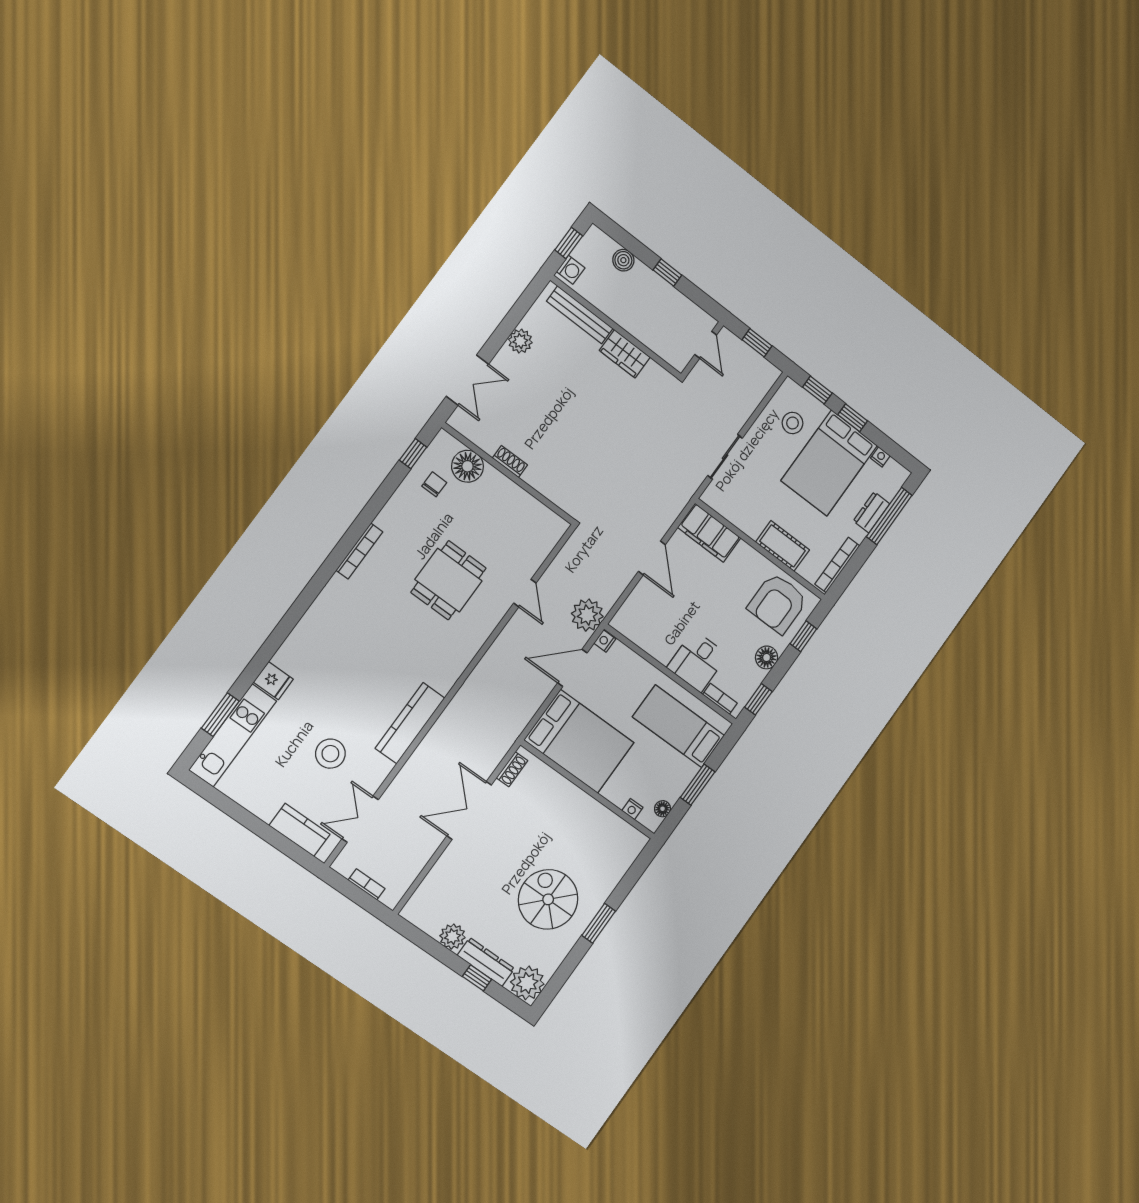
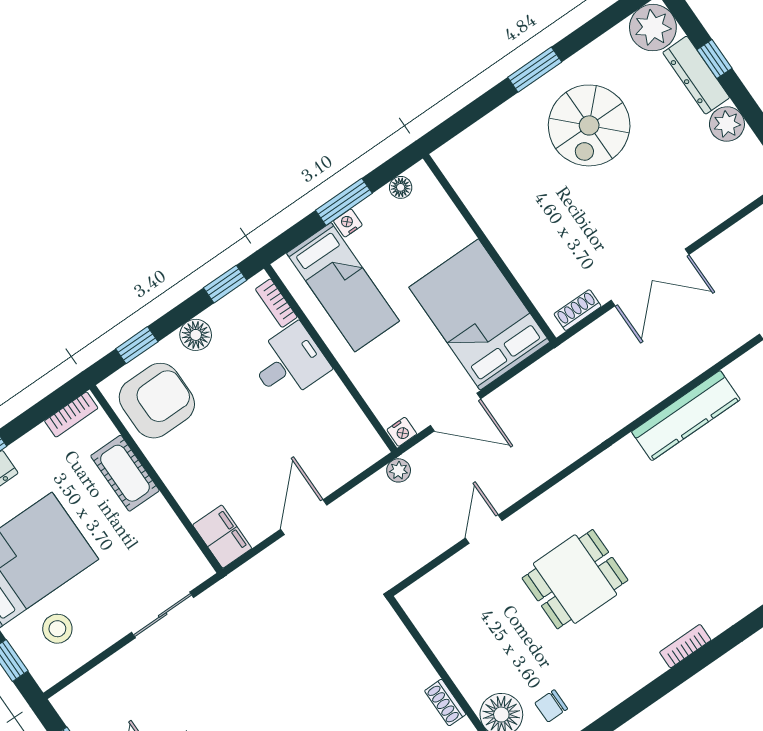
filing cabinet: (709, 533) -> (222, 537), width x0.67, depth x0.86
bookcase: (359, 551) -> (685, 646), width x0.64
bookcase: (837, 565) -> (71, 415), width x0.64
plant: (587, 615) -> (399, 470), width x0.53, depth x0.53
nightstand: (632, 809) -> (348, 223), moved, turned -90

